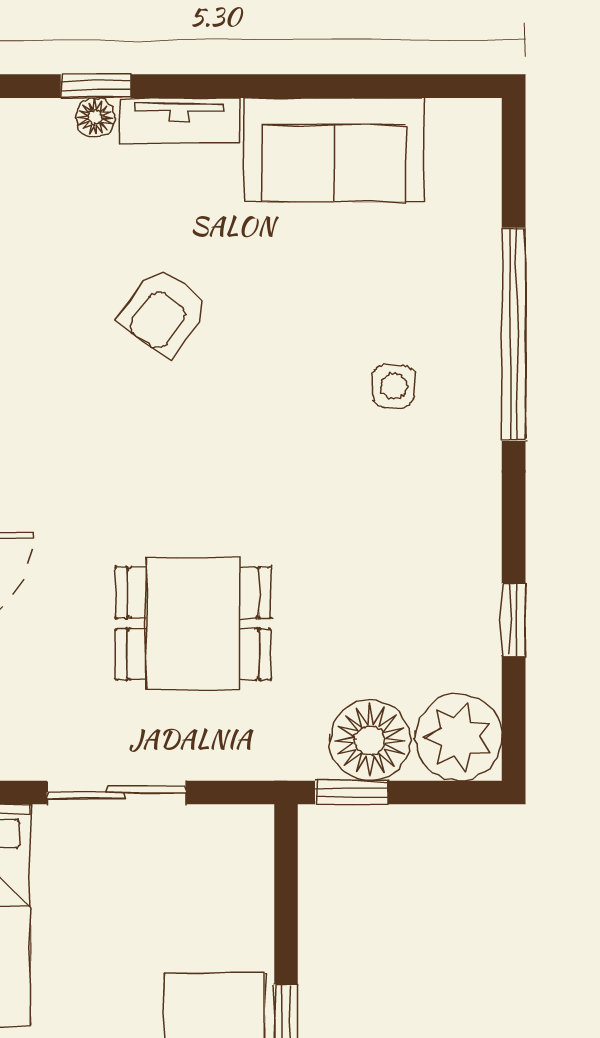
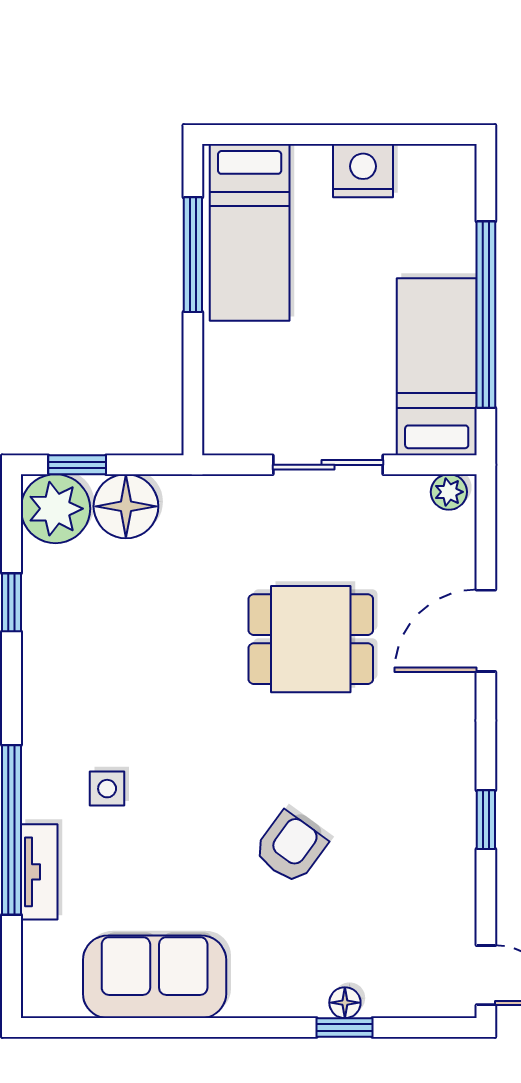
tv unit: (180, 121) -> (39, 872), moved, turned 90
dining table: (193, 623) -> (311, 639), moved
window: (352, 792) -> (77, 465), moved

